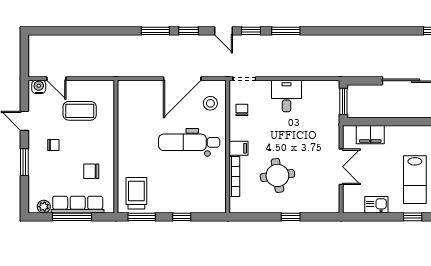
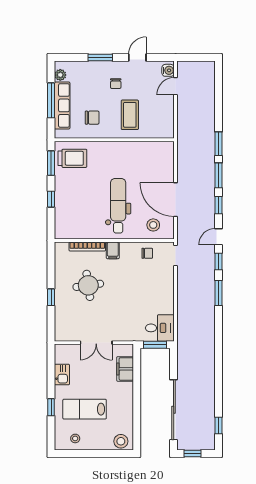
window: (120, 31) -> (218, 144), added
desk: (286, 96) -> (160, 328), moved
coffee table: (80, 111) -> (130, 115), moved
chair: (91, 171) -> (92, 118), turned 90

